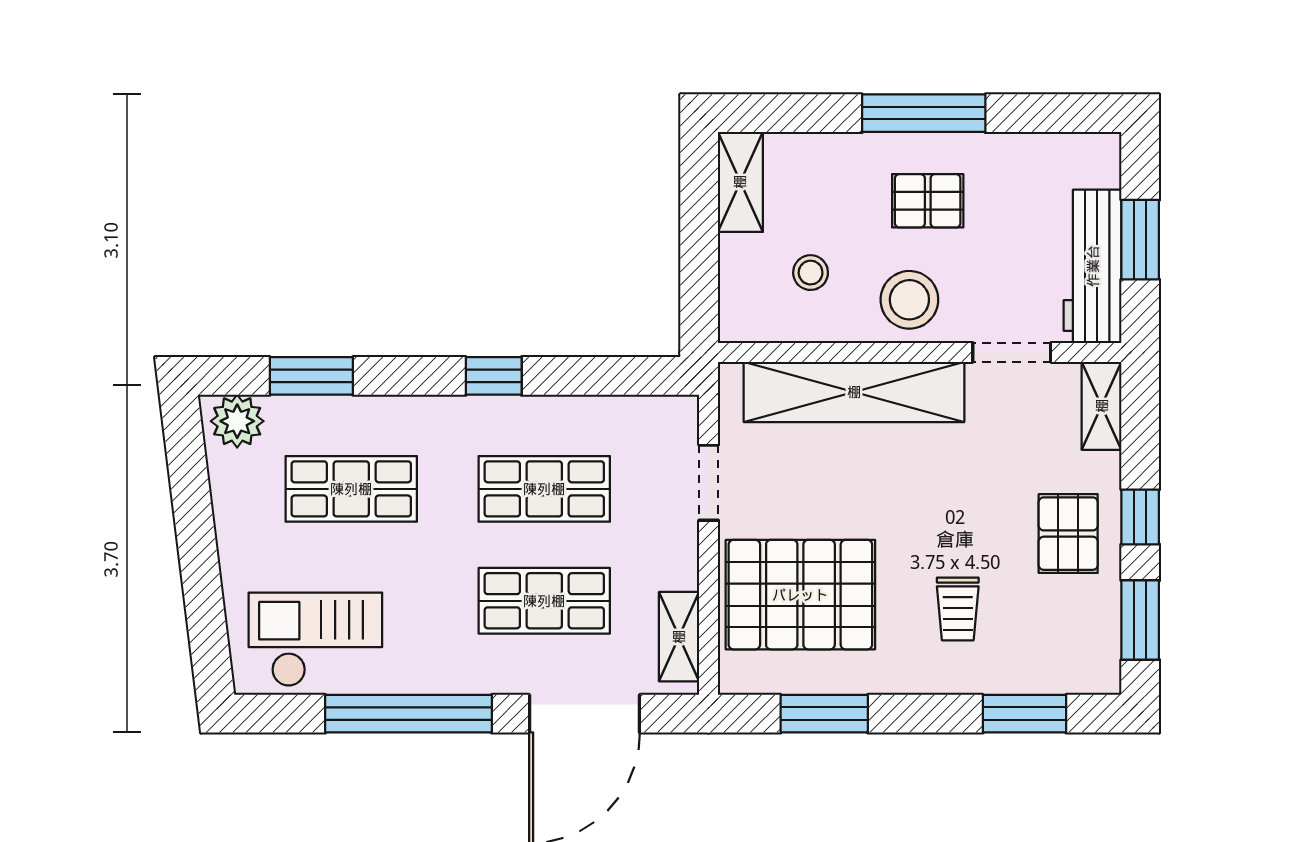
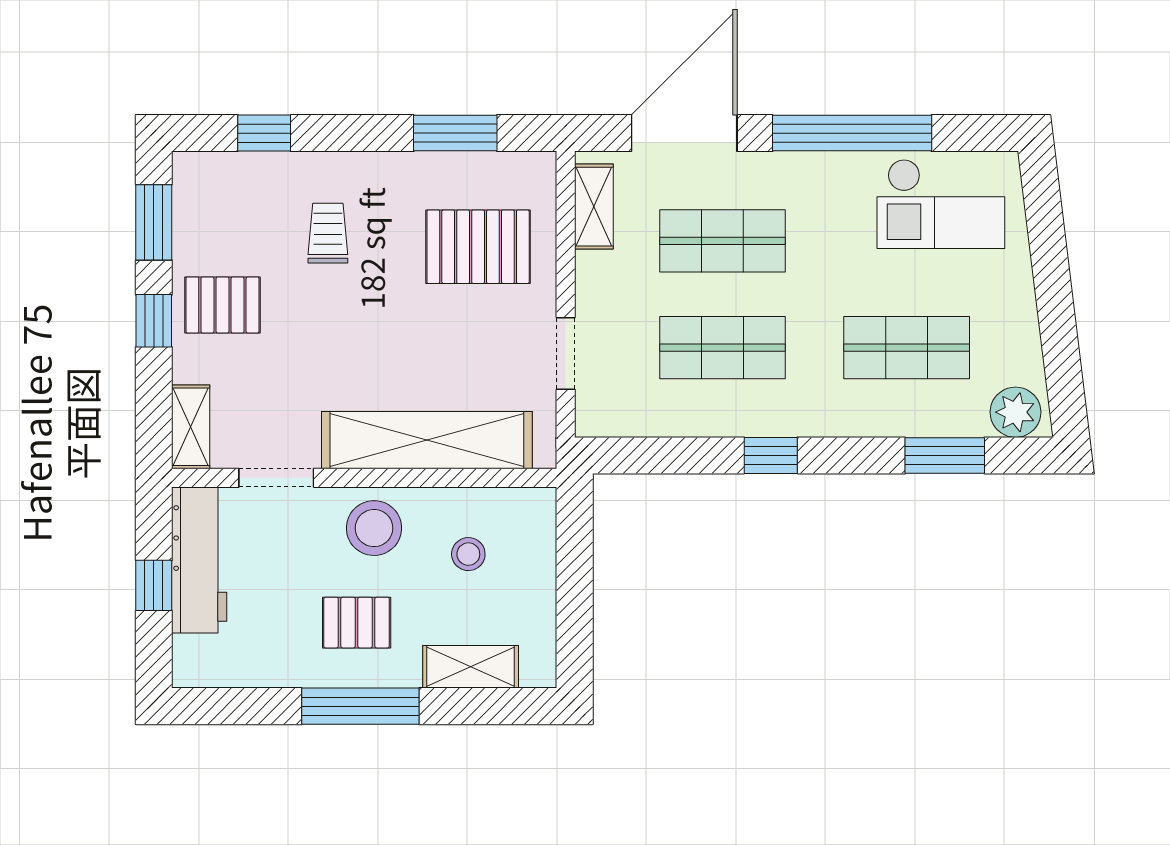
shelving: (740, 182) -> (471, 667), moved, turned 90
window: (1140, 240) -> (154, 585), width x0.67
pallet: (1068, 534) -> (222, 305), turned 90
pallet: (800, 595) -> (478, 247), width x0.73, depth x0.71
window: (1024, 714) -> (264, 133), width x0.67

